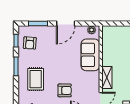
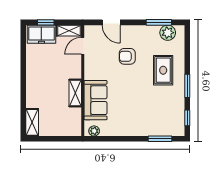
door: (66, 24) -> (126, 139), removed
armchair: (30, 43) -> (170, 115), removed
shelving: (107, 77) -> (75, 93), moved

